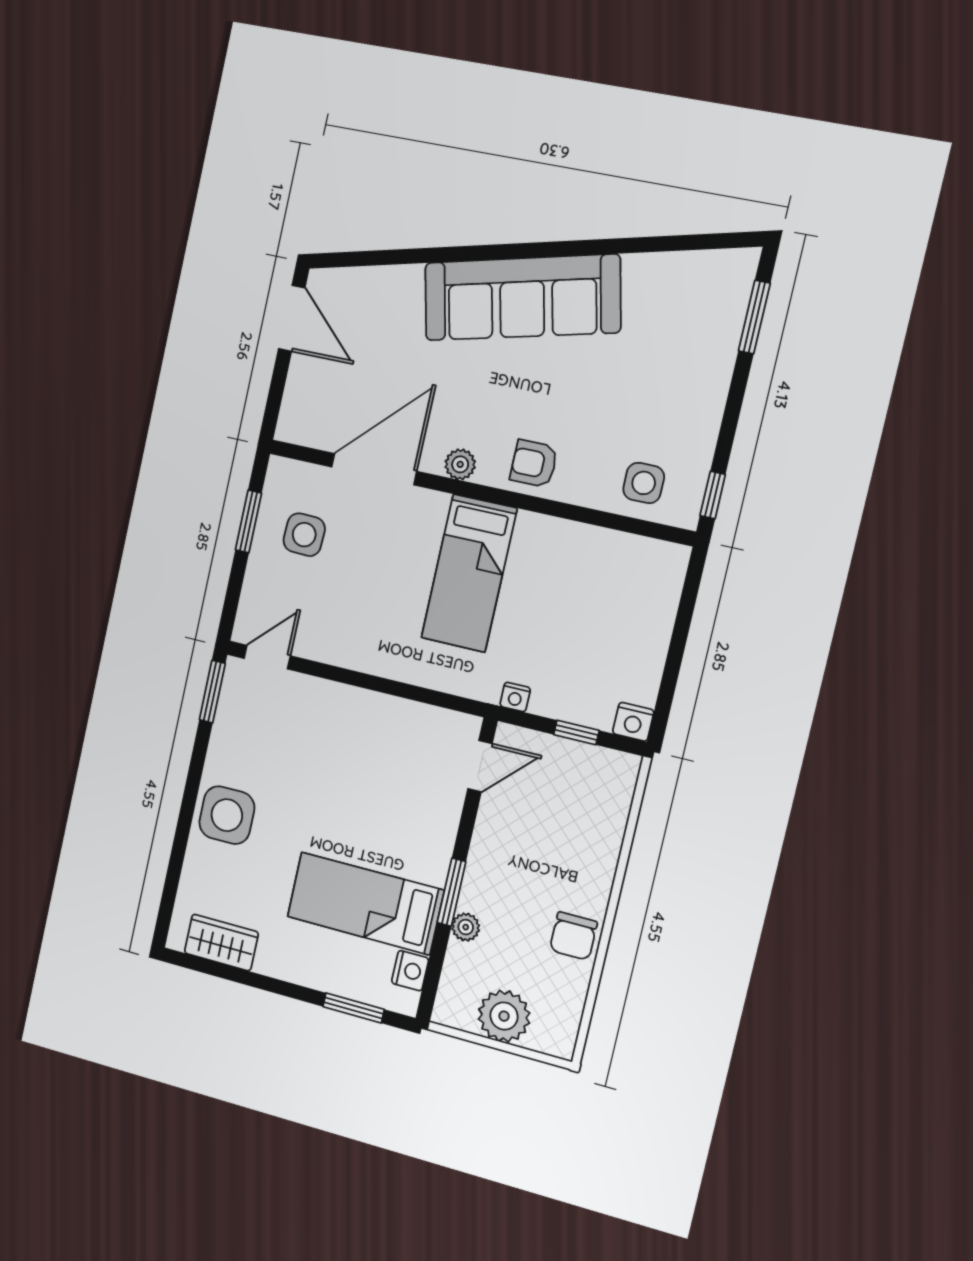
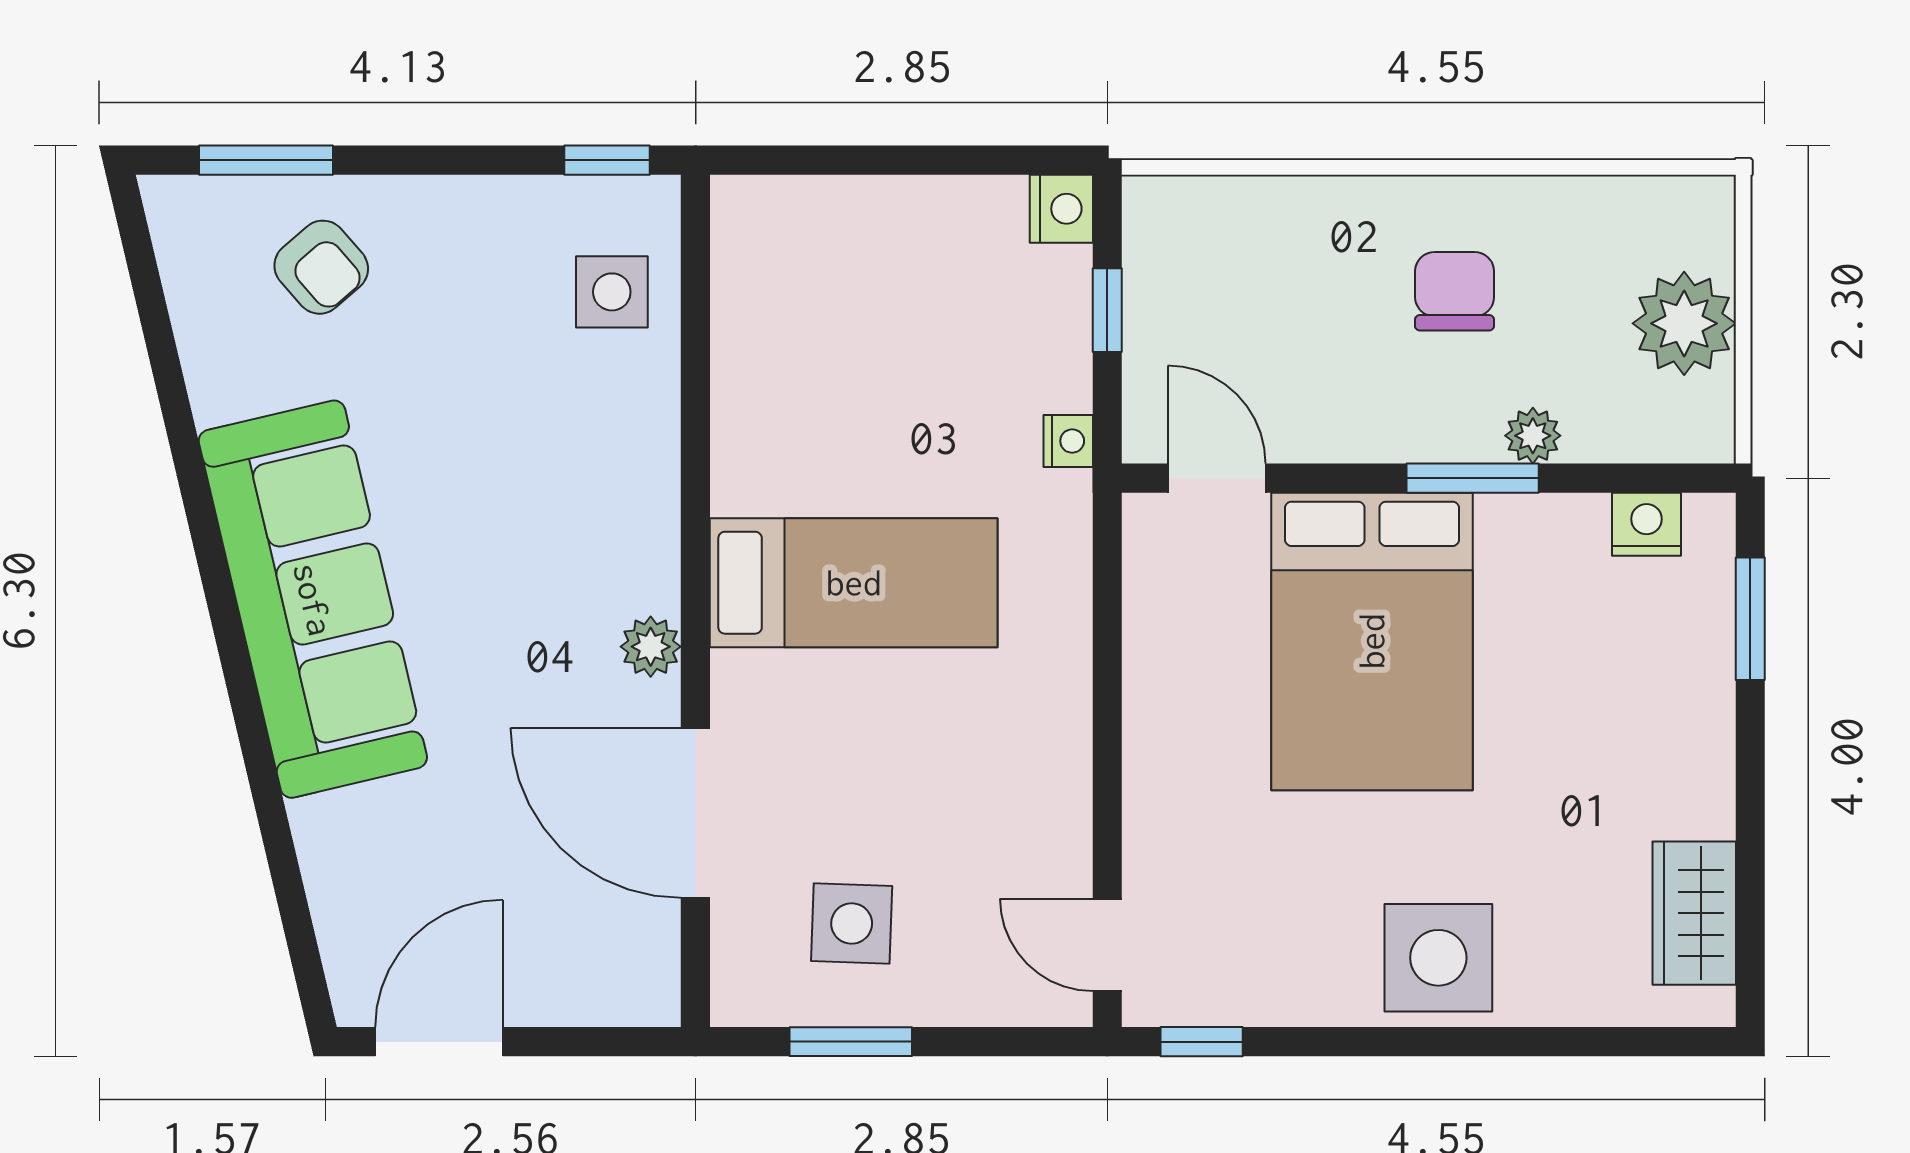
armchair: (534, 464) -> (321, 267), moved, turned -41
window: (212, 692) -> (1202, 1042), width x0.67
bed: (365, 903) -> (1372, 641), moved, width x1.50
chair: (573, 936) -> (1455, 291), moved, turned -90

